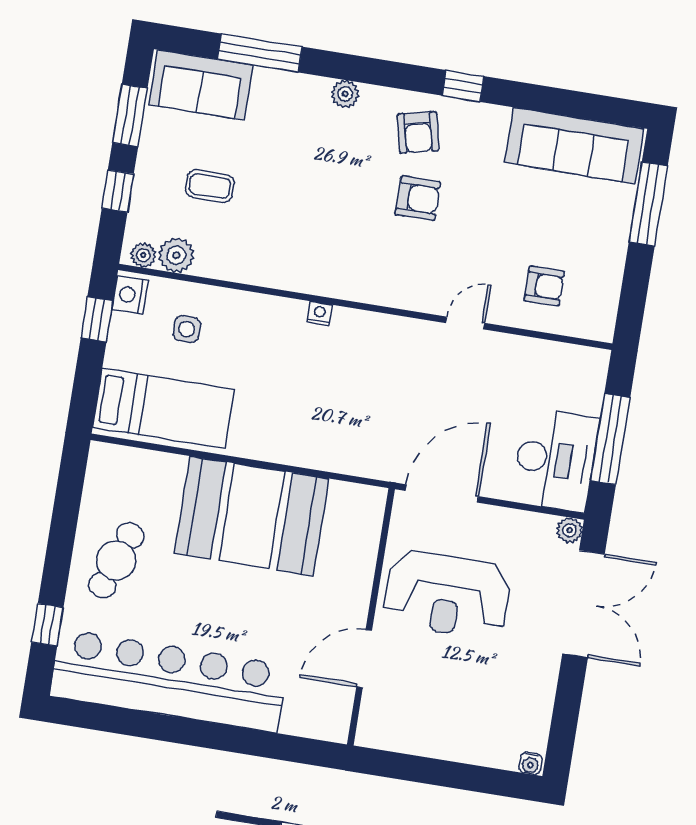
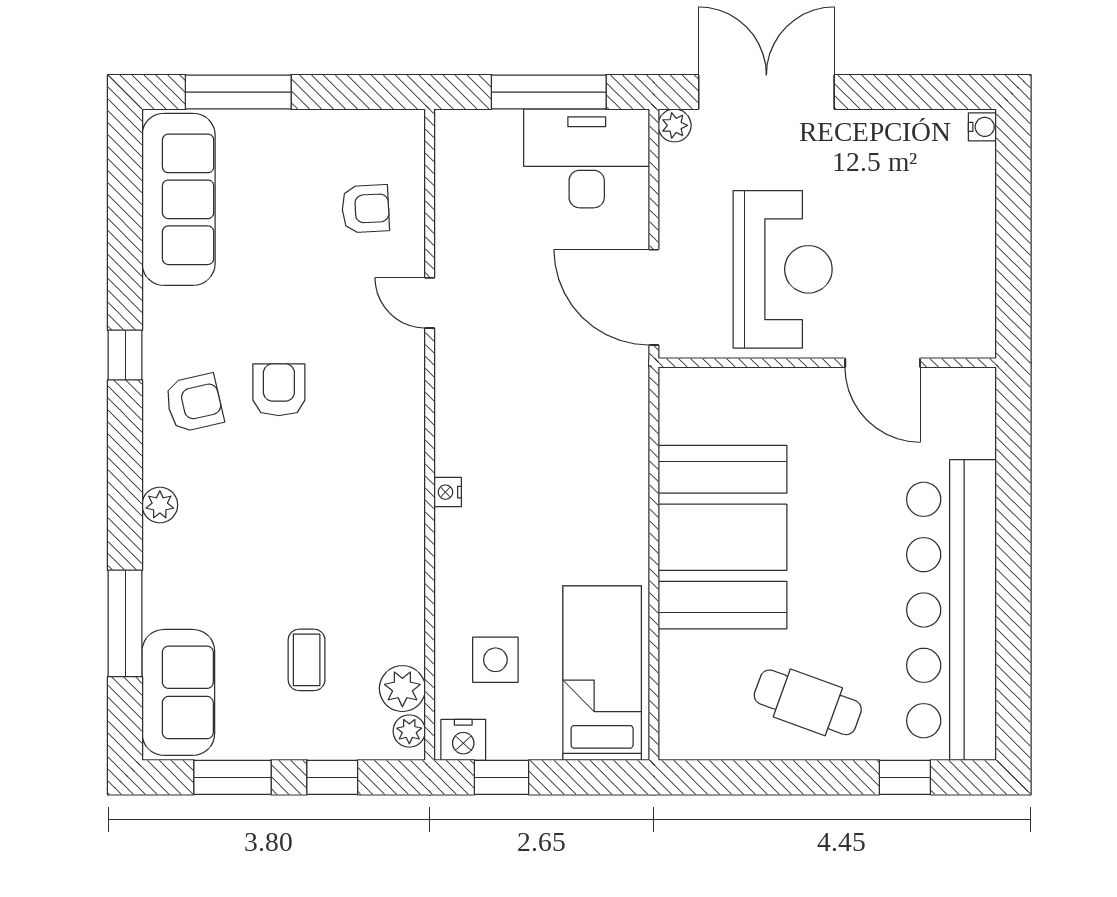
armchair: (544, 286) -> (365, 209), turned 87
side table: (187, 329) -> (495, 660), width x1.37, depth x1.37

